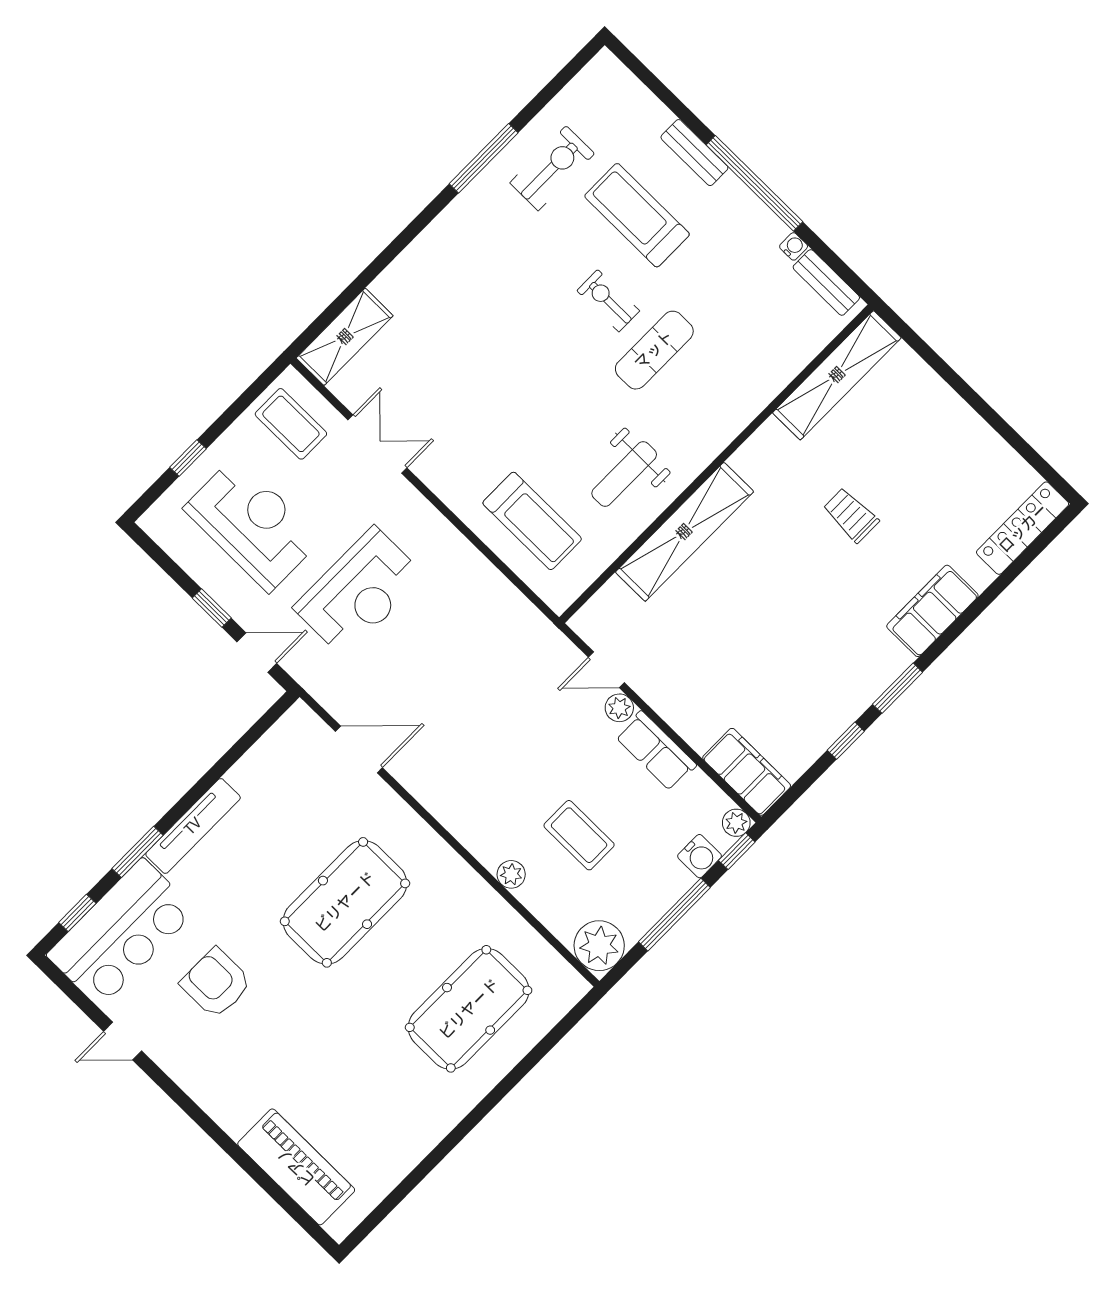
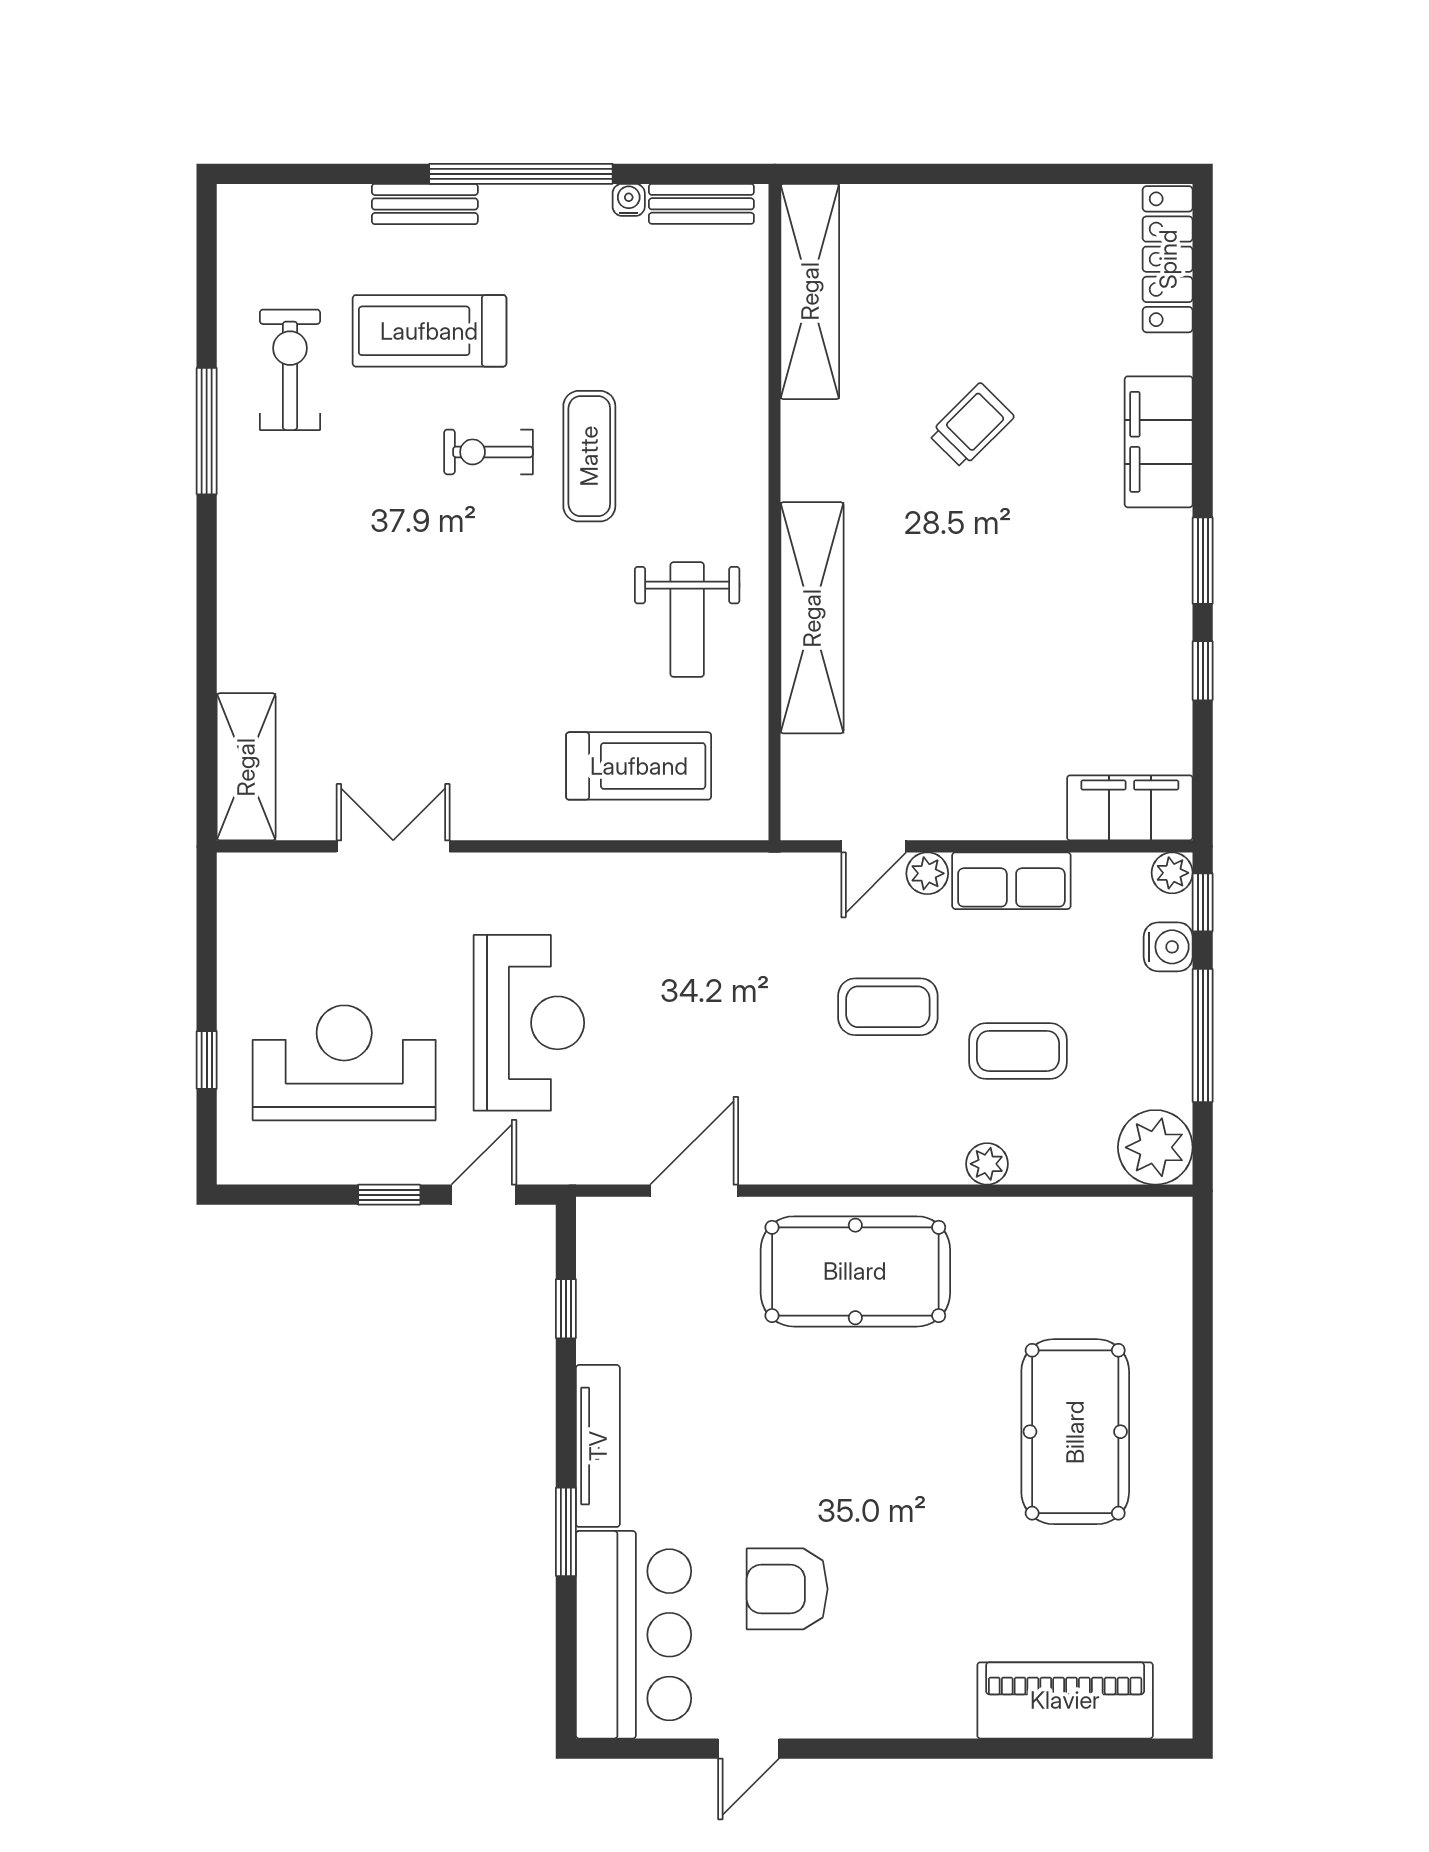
coffee table: (291, 424) -> (888, 1007), moved
trolley: (851, 515) -> (971, 425), turned 135
pool table: (345, 902) -> (855, 1271), moved, turned 90
window: (77, 913) -> (566, 1309), moved
pool table: (469, 1009) -> (1075, 1432), moved

